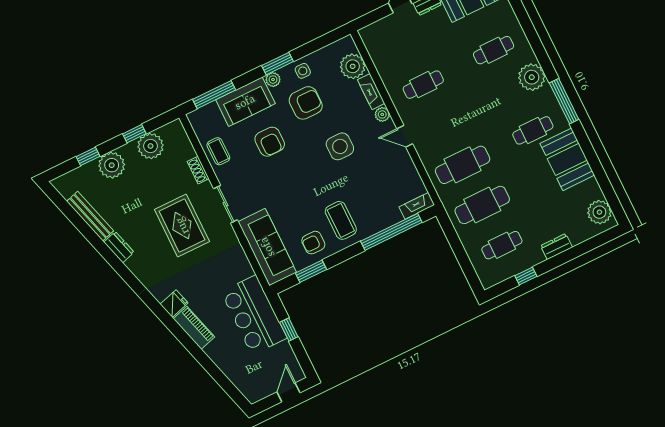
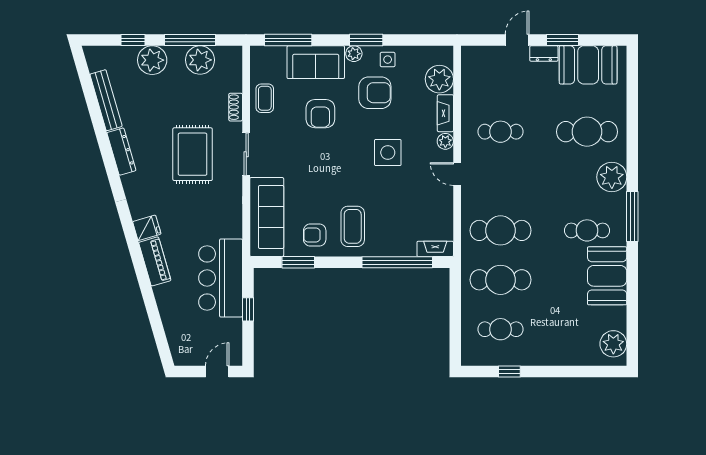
cafe table: (494, 50) -> (587, 132), width x1.37, depth x1.35
window: (134, 134) -> (190, 40), width x2.17
dresser: (119, 247) -> (121, 152), width x1.44
dresser: (556, 247) -> (554, 357), removed

